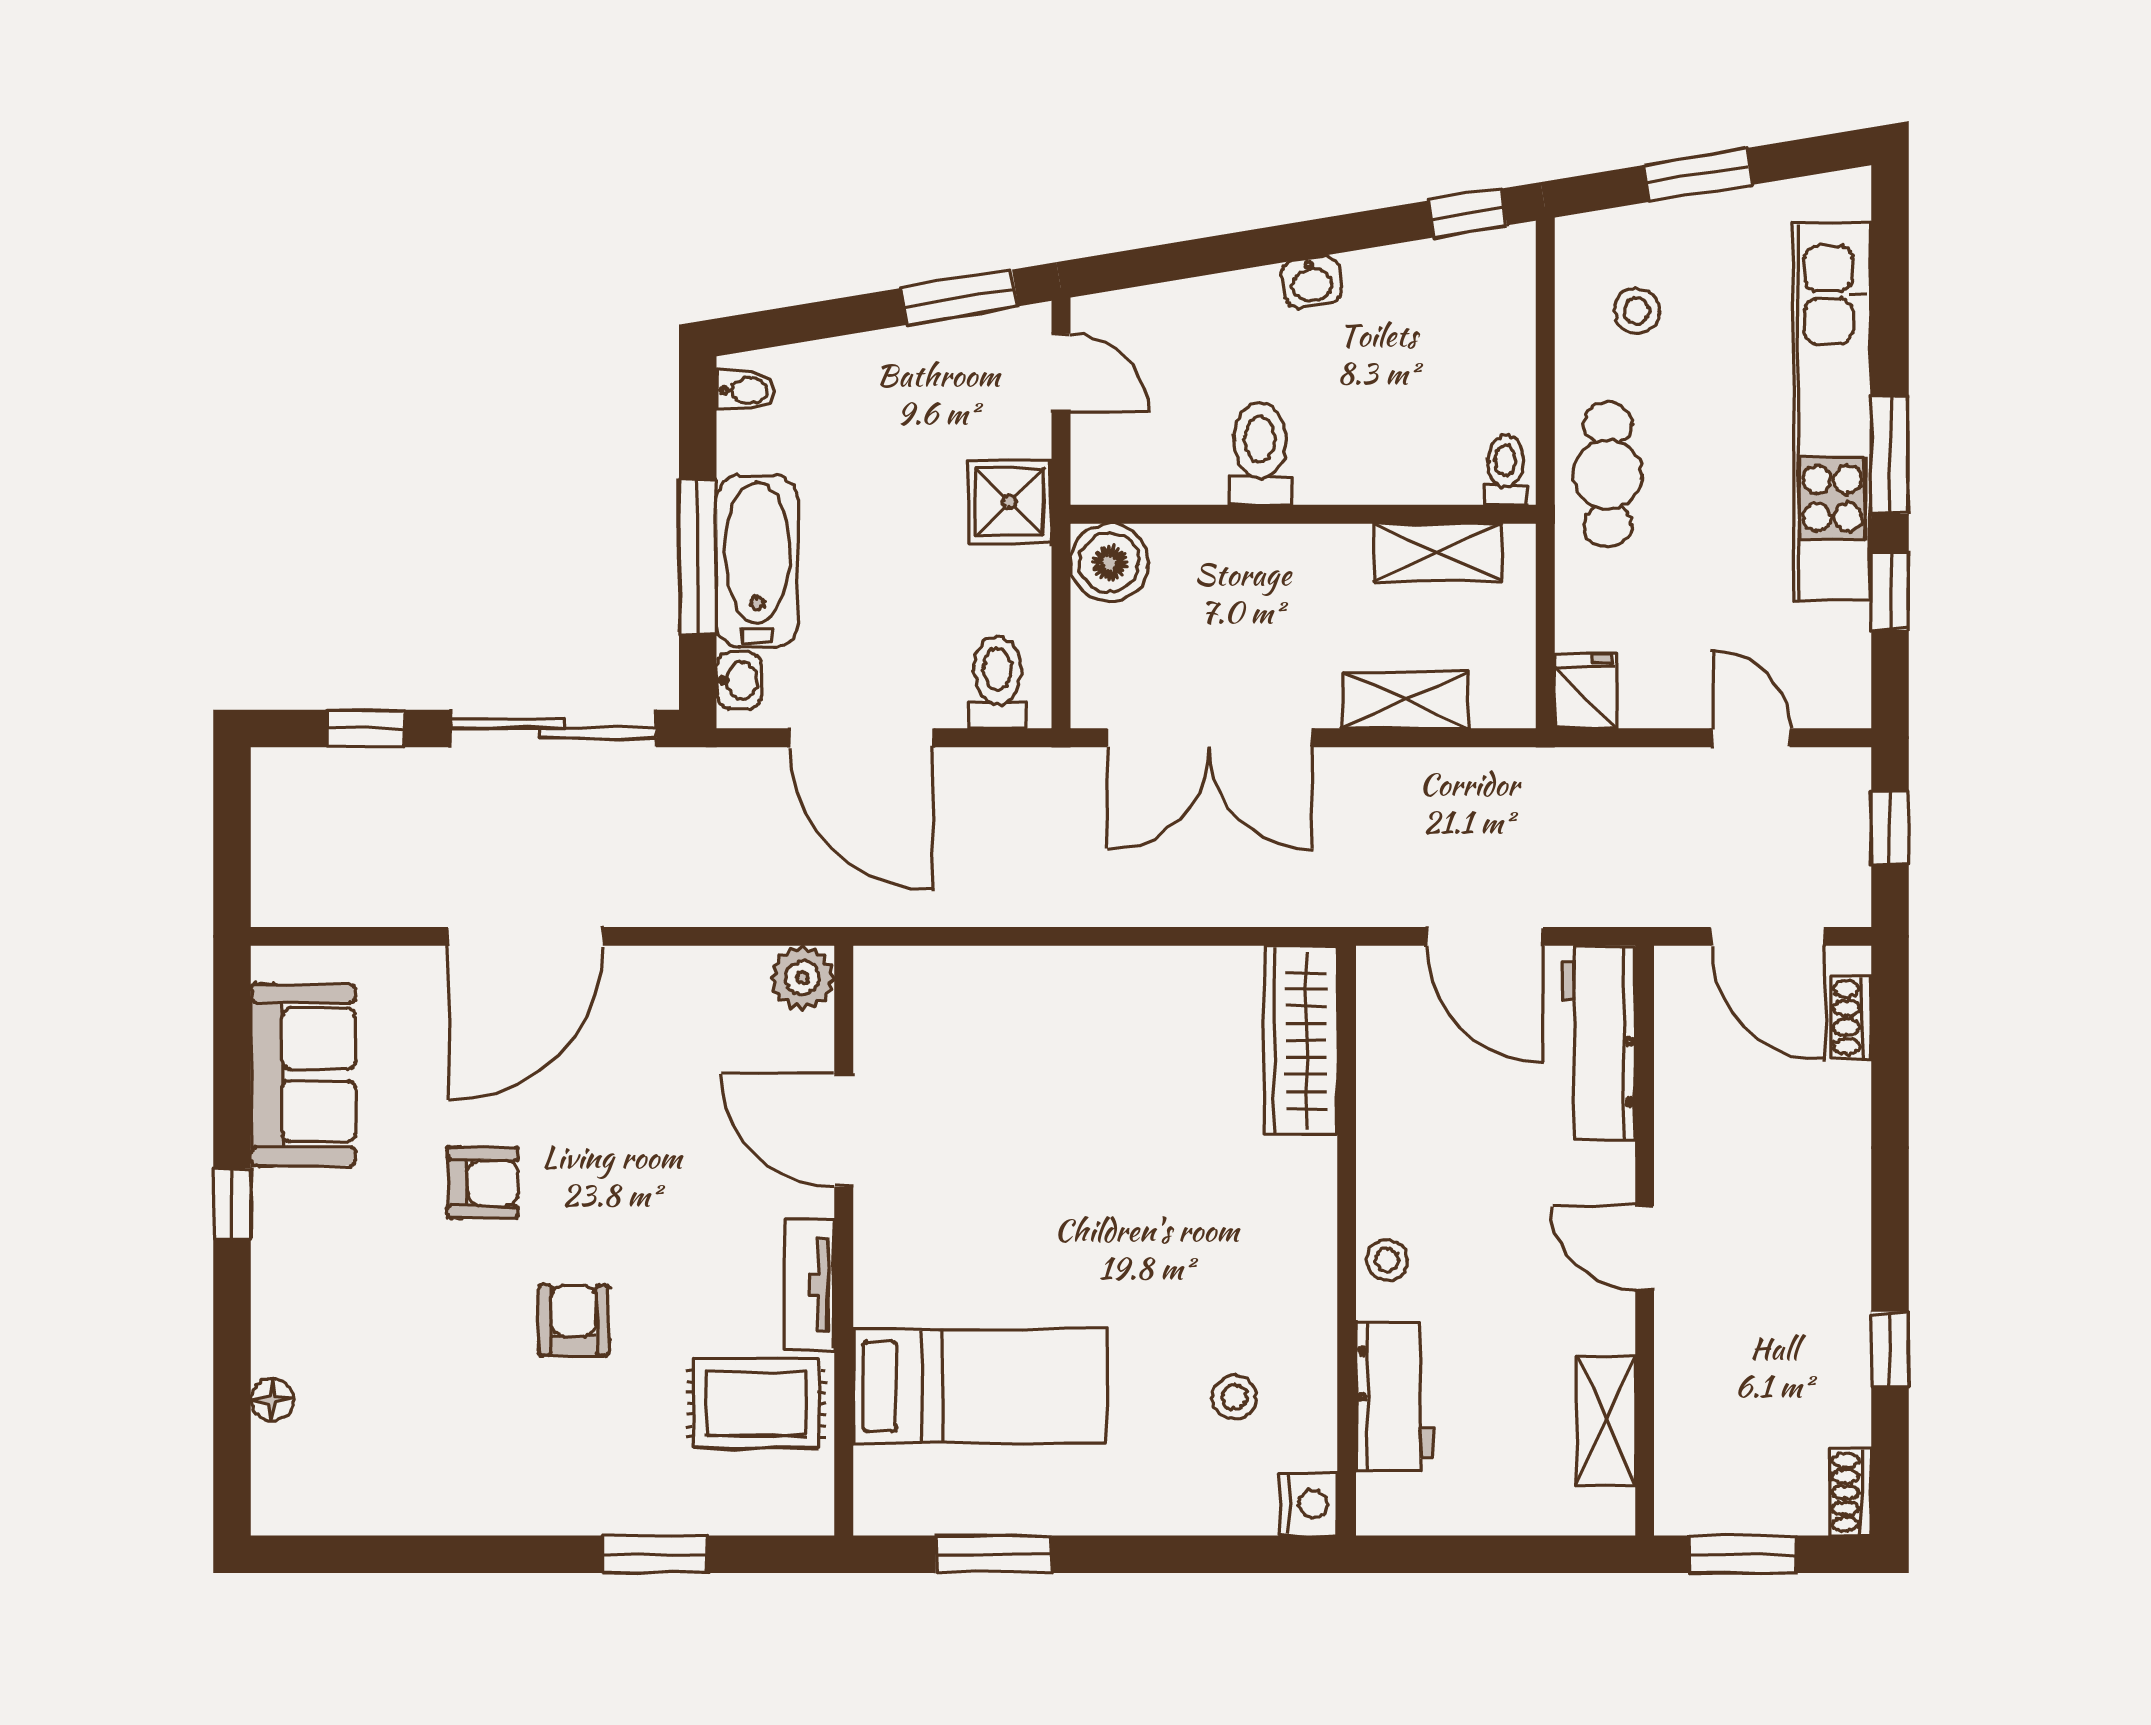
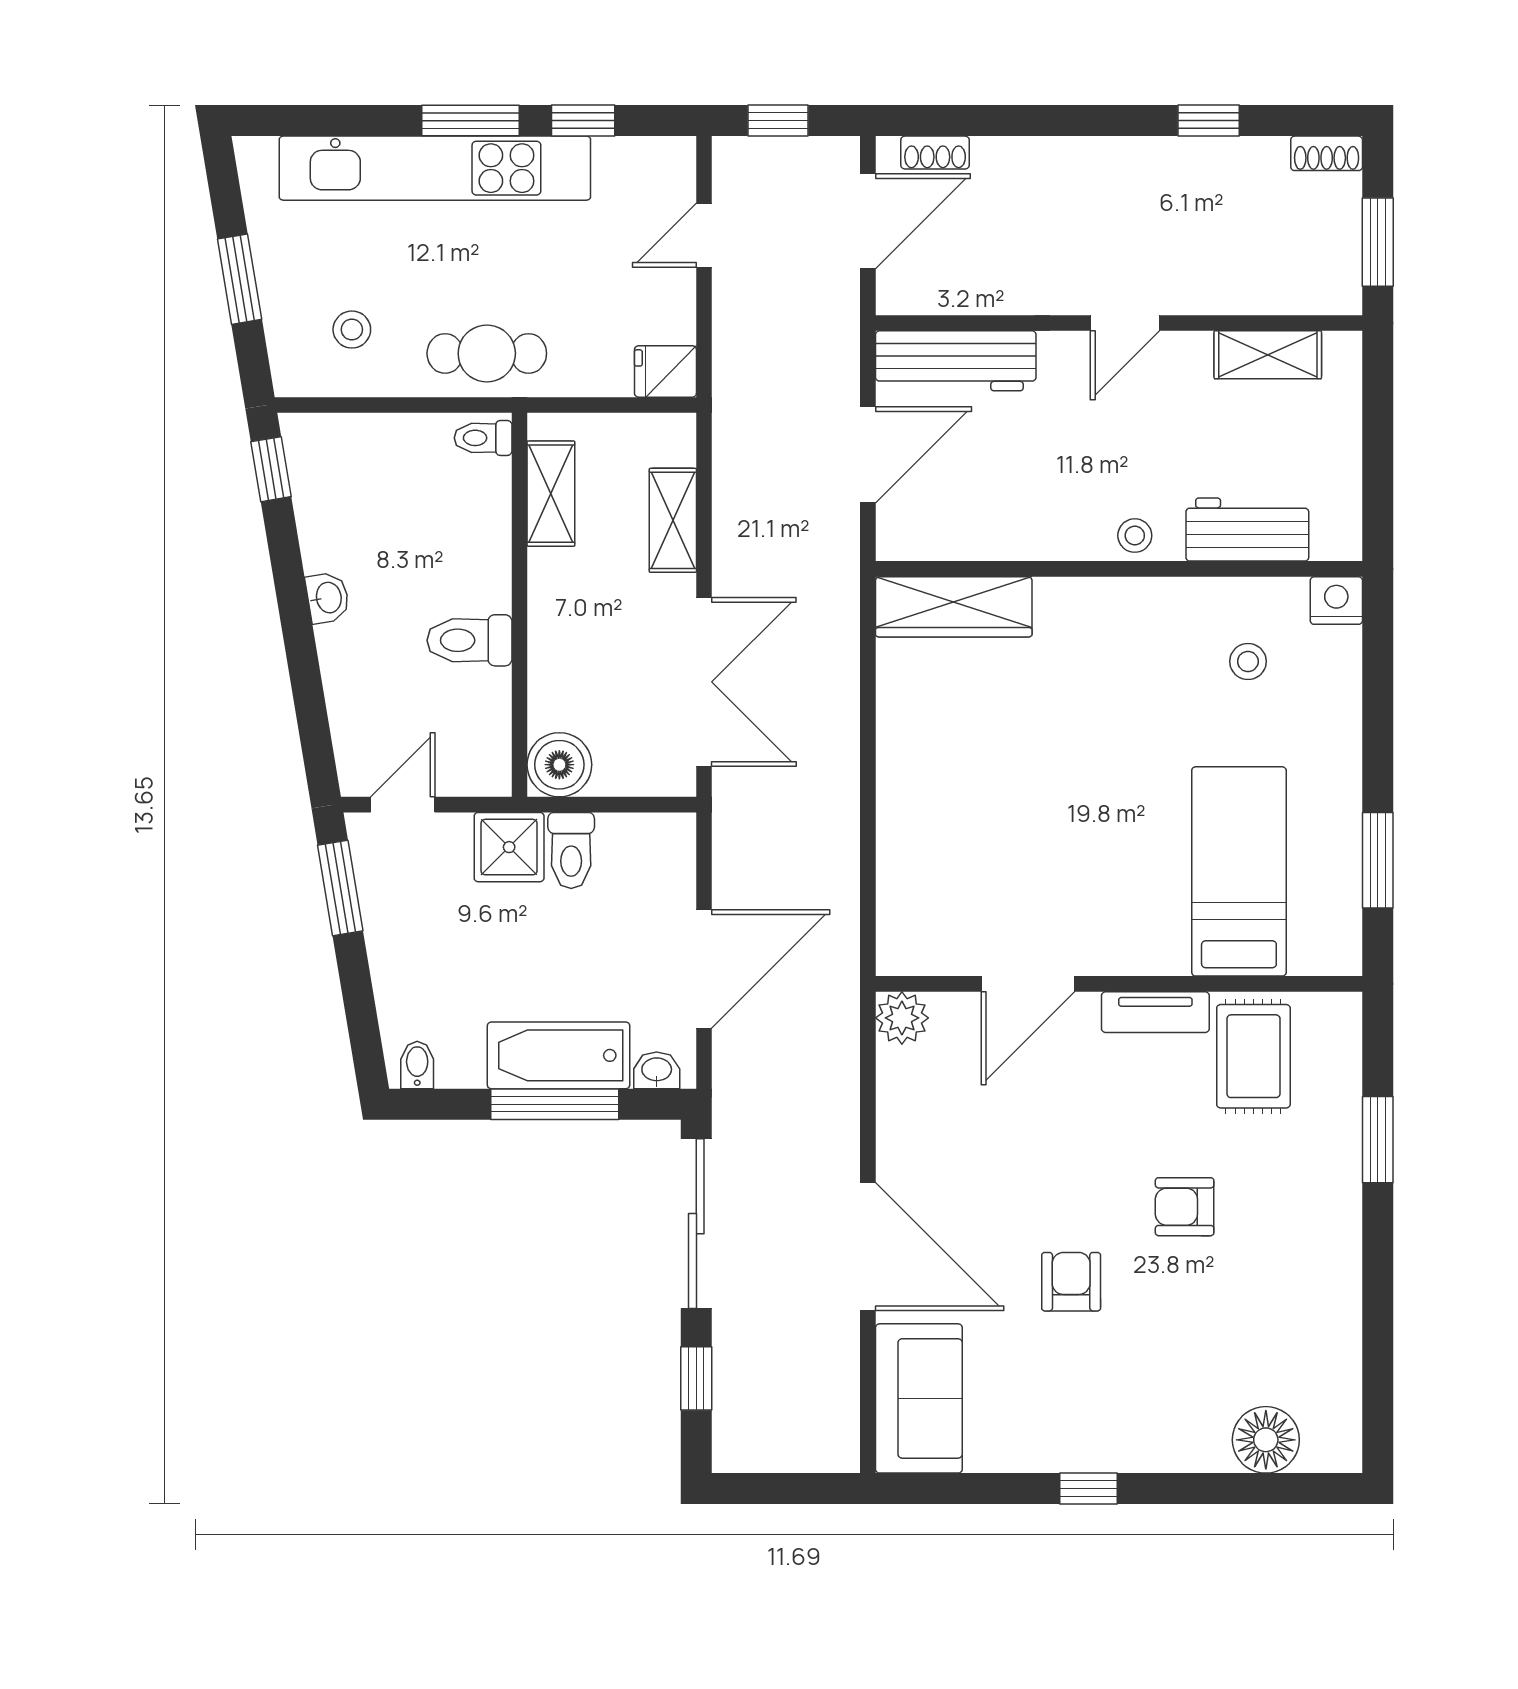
toilet: (997, 682) -> (571, 850), moved, turned -90
sofa: (303, 1075) -> (919, 1398), moved, turned 90
floor lamp: (272, 1400) -> (1266, 1440), width x1.89, depth x1.89

